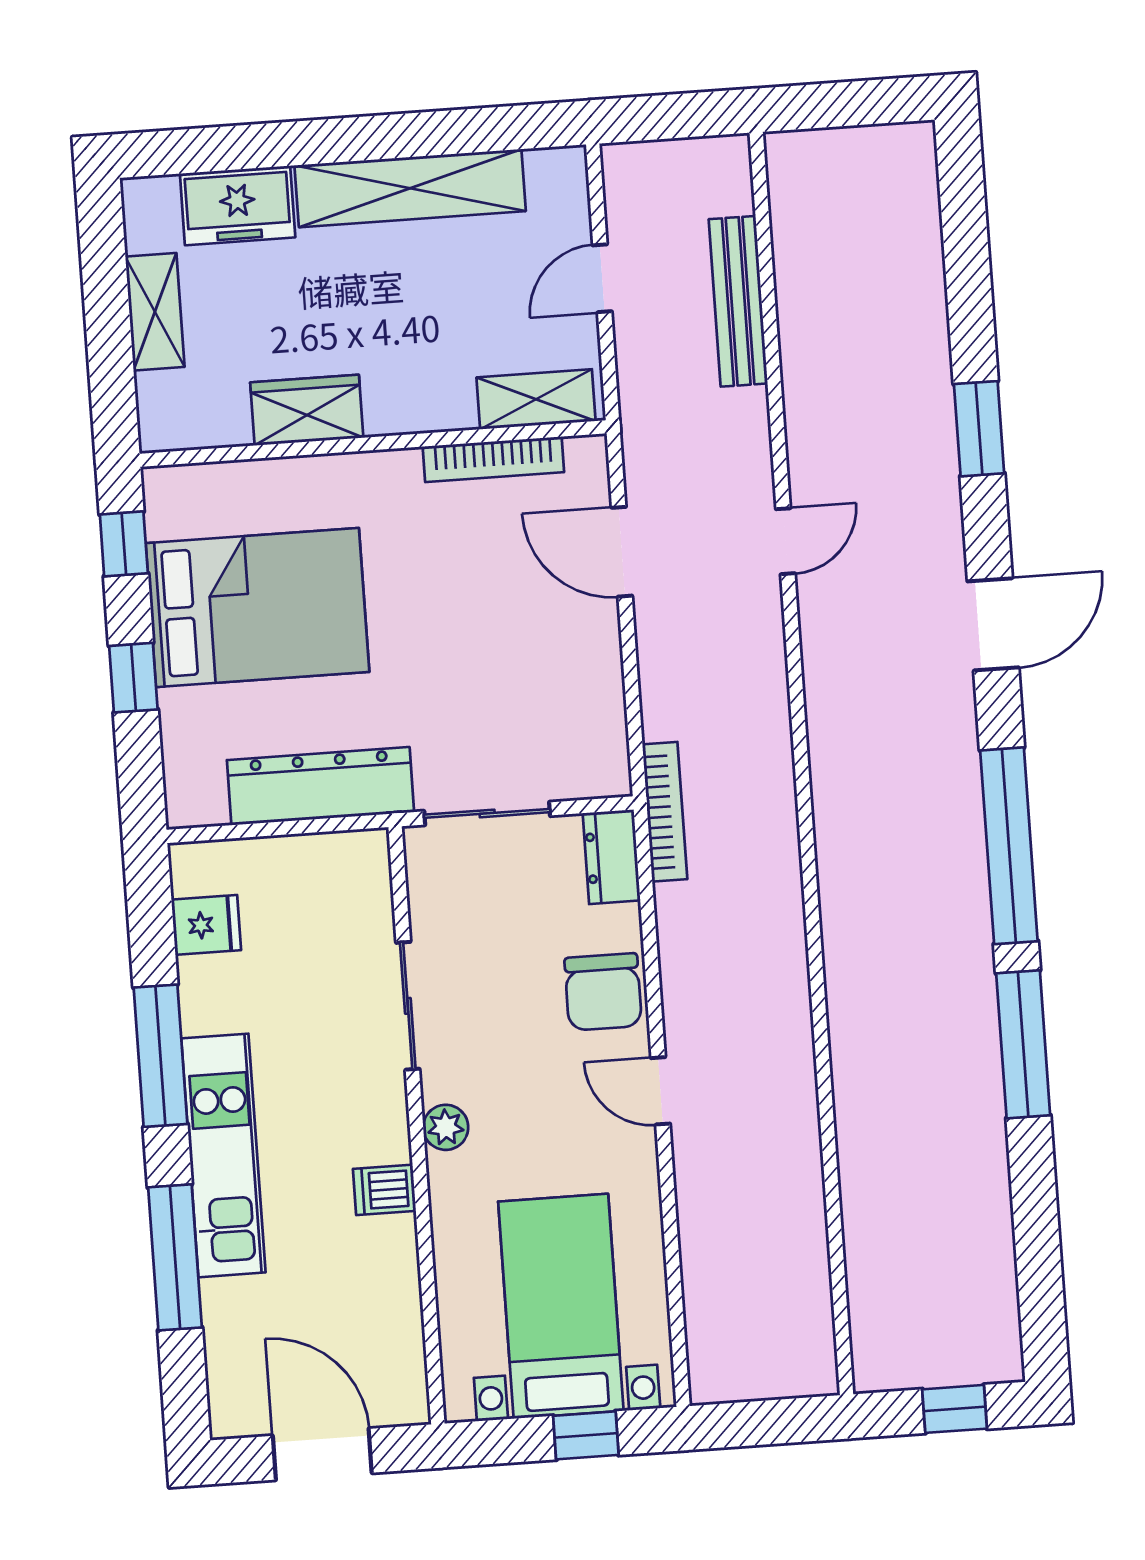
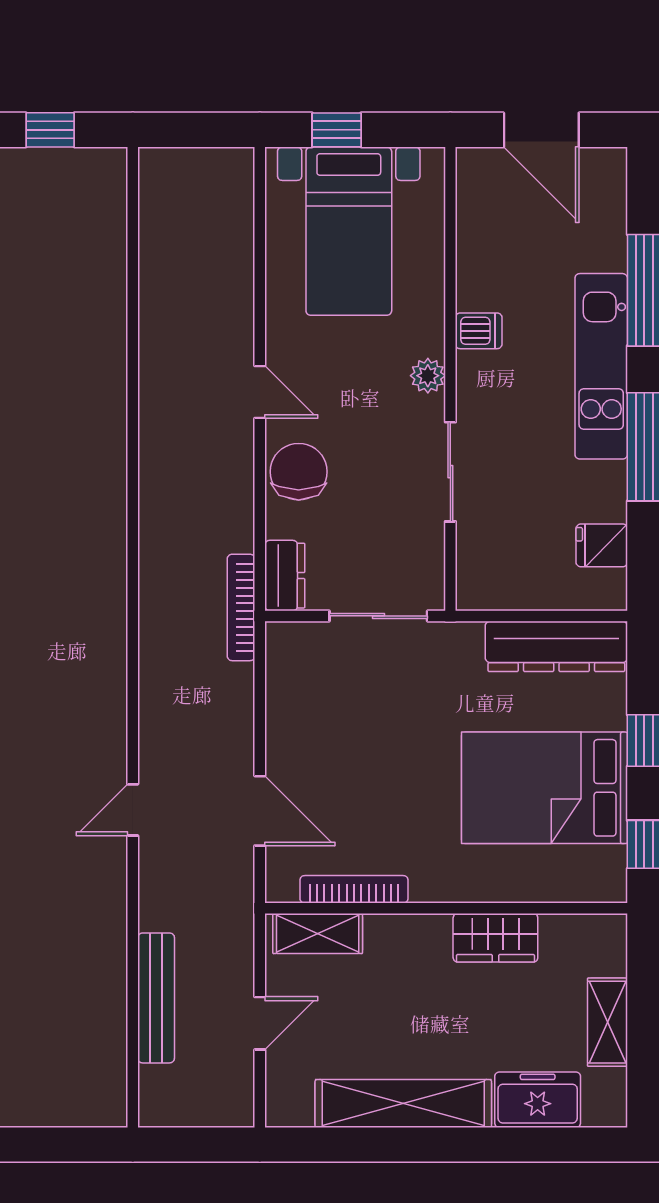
dresser: (321, 786) -> (556, 646), moved

